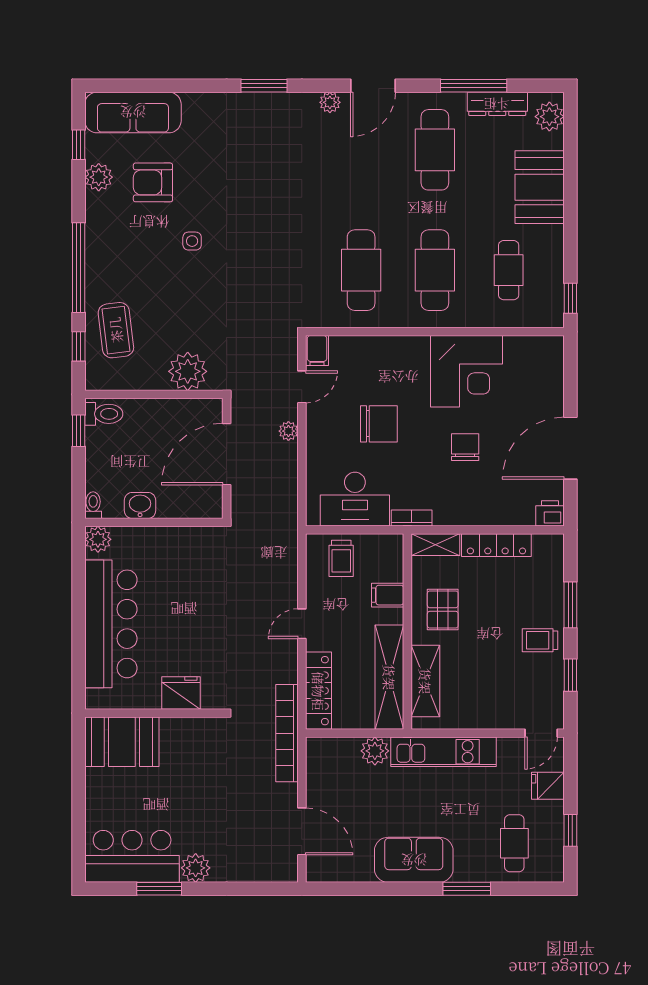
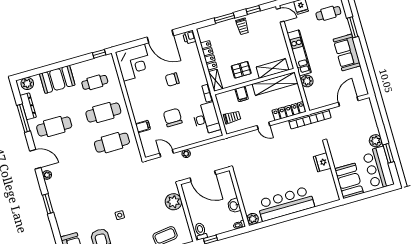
filing cabinet: (317, 351) -> (143, 126), moved
corner desk: (466, 371) -> (134, 63), moved, turned 90
fridge: (181, 693) -> (322, 162), moved
wall: (154, 713) -> (334, 171), moved
booth: (122, 742) -> (349, 181), moved

